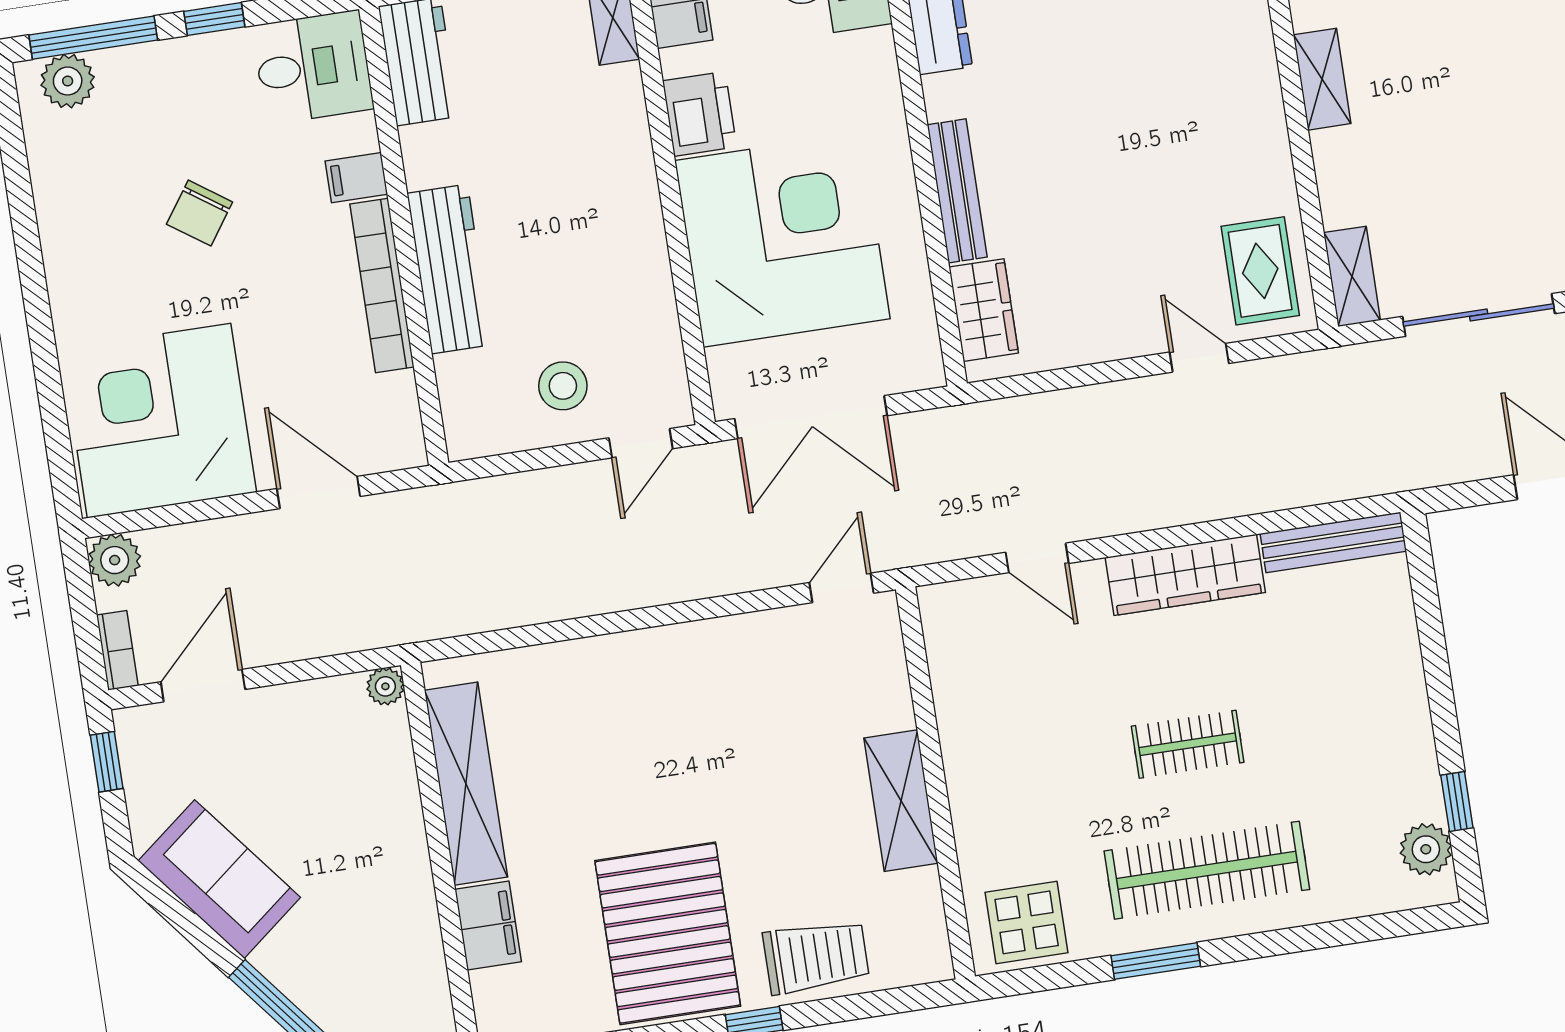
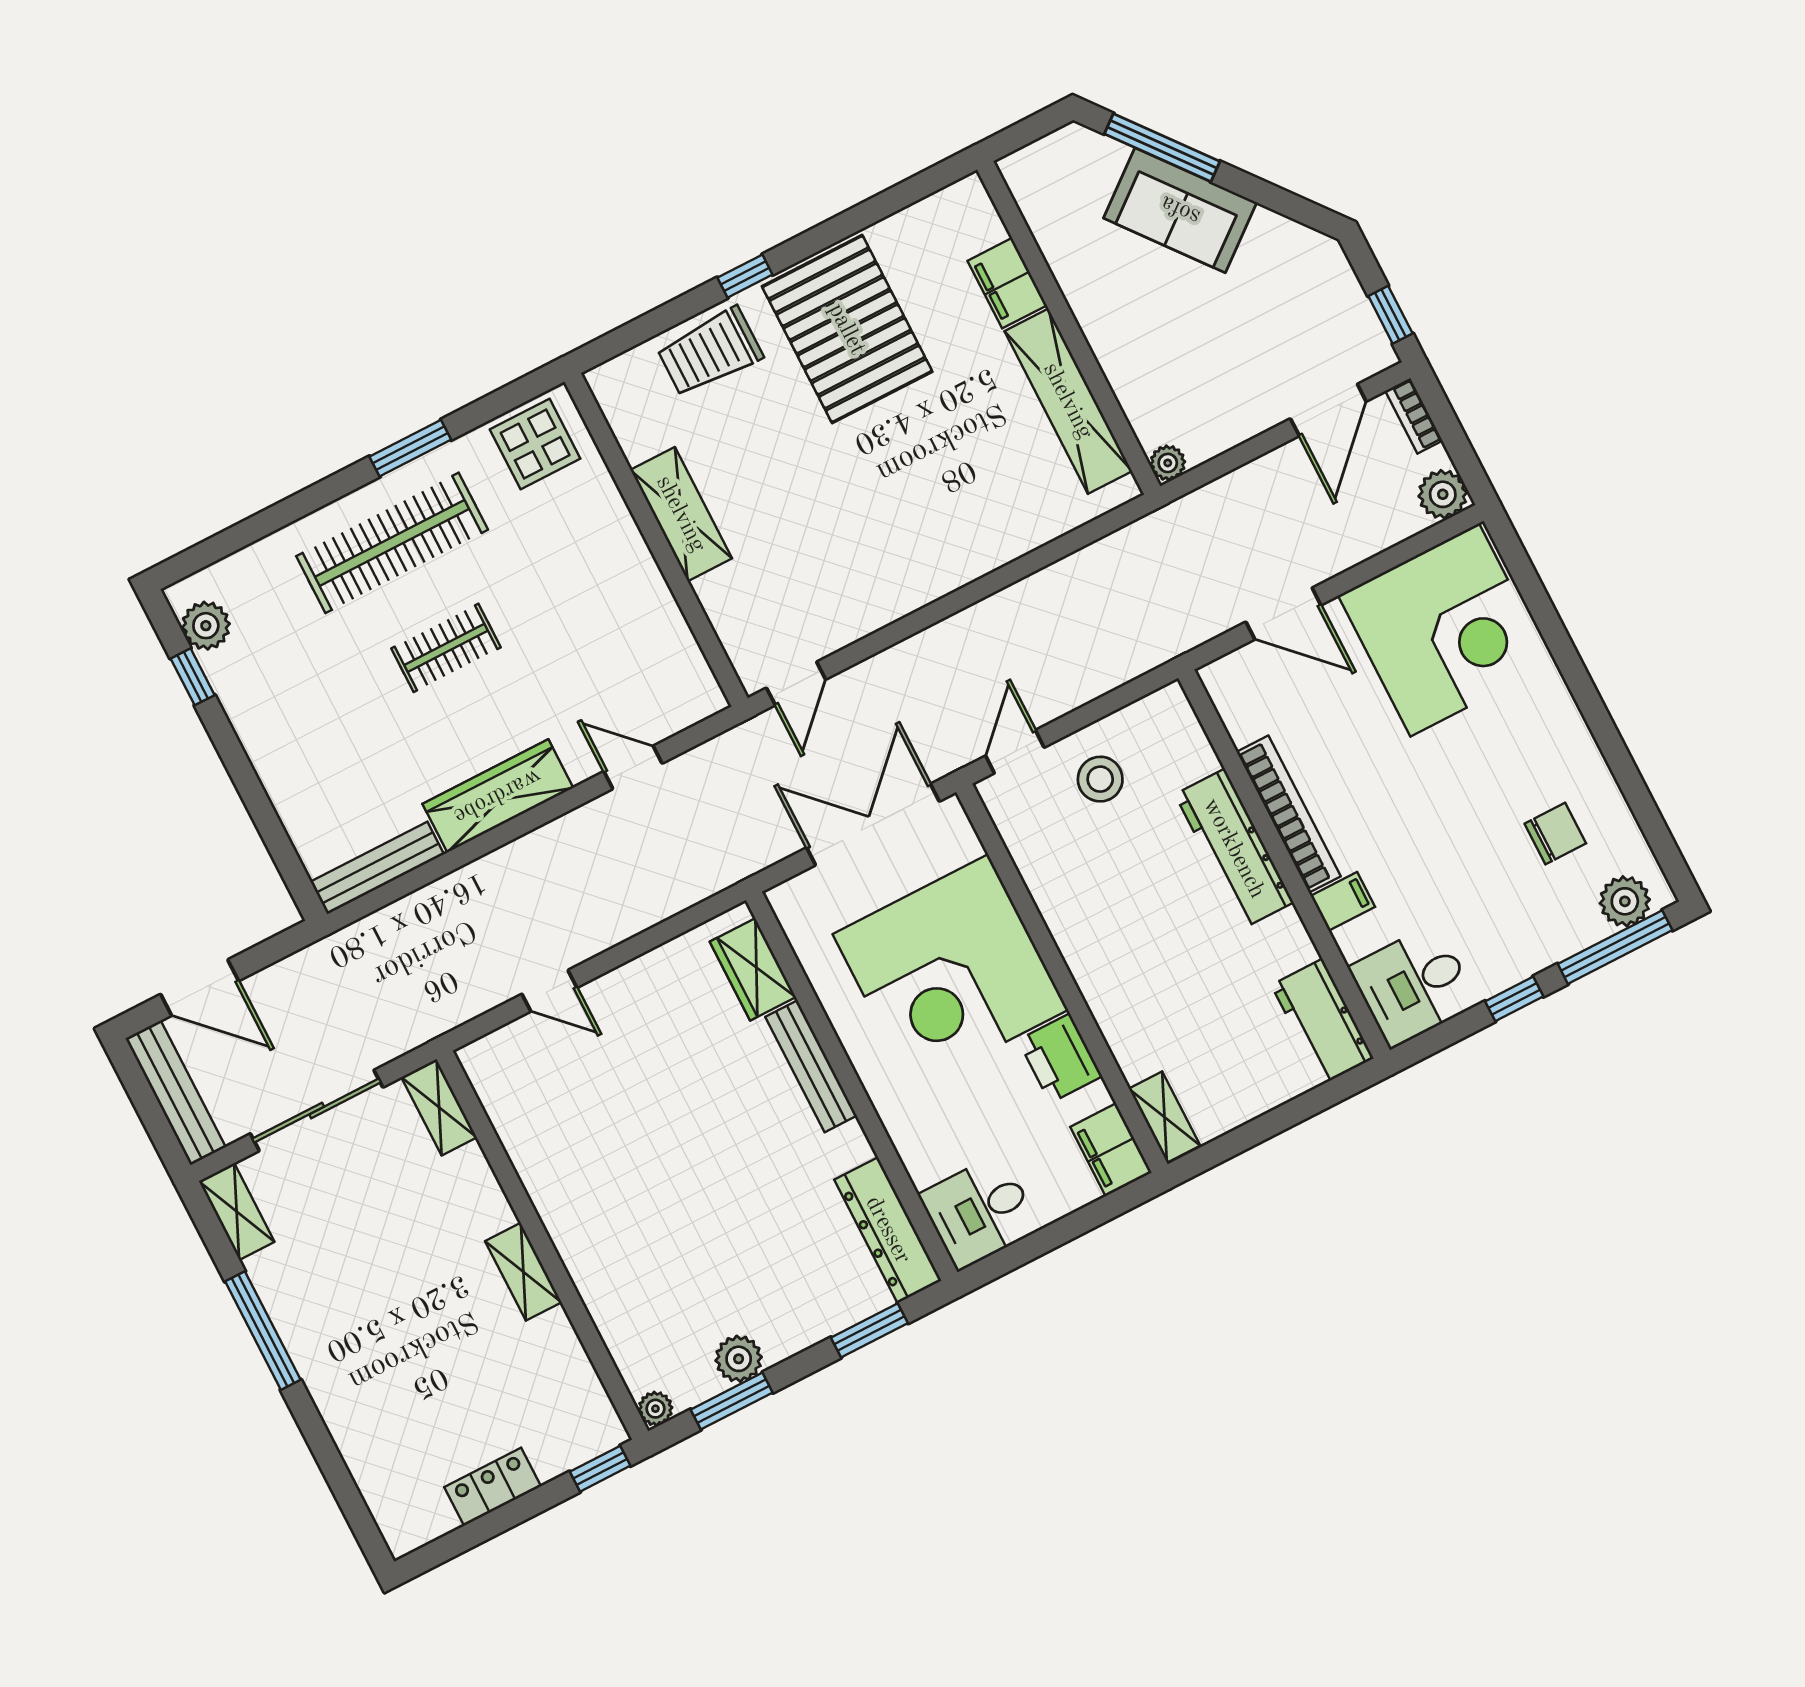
chair: (200, 213) -> (1555, 834), moved, turned 55
rug: (1260, 271) -> (521, 1085), removed
sofa: (219, 879) -> (1180, 210), moved

